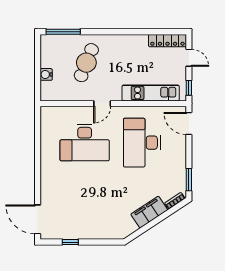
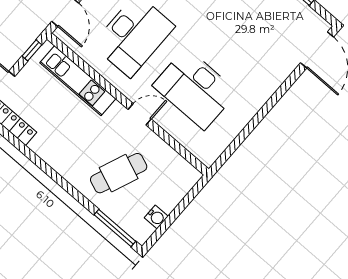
water cooler: (46, 74) -> (156, 217), moved
desk: (85, 143) -> (195, 89), turned 180

